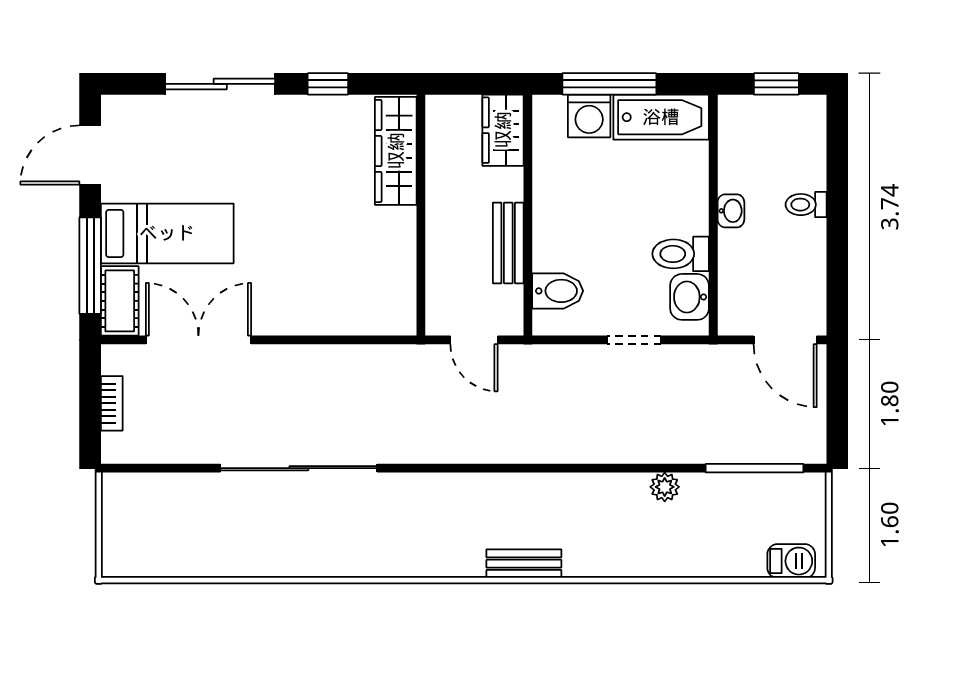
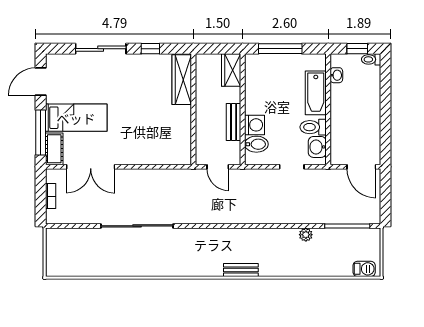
washing machine: (589, 116) -> (254, 125), moved, turned -90
bathtub: (661, 117) -> (316, 93), moved, turned 90
toilet: (806, 205) -> (371, 59), moved
washbasin: (731, 211) -> (336, 75), moved
double door: (198, 340) -> (91, 167), swing flipped

